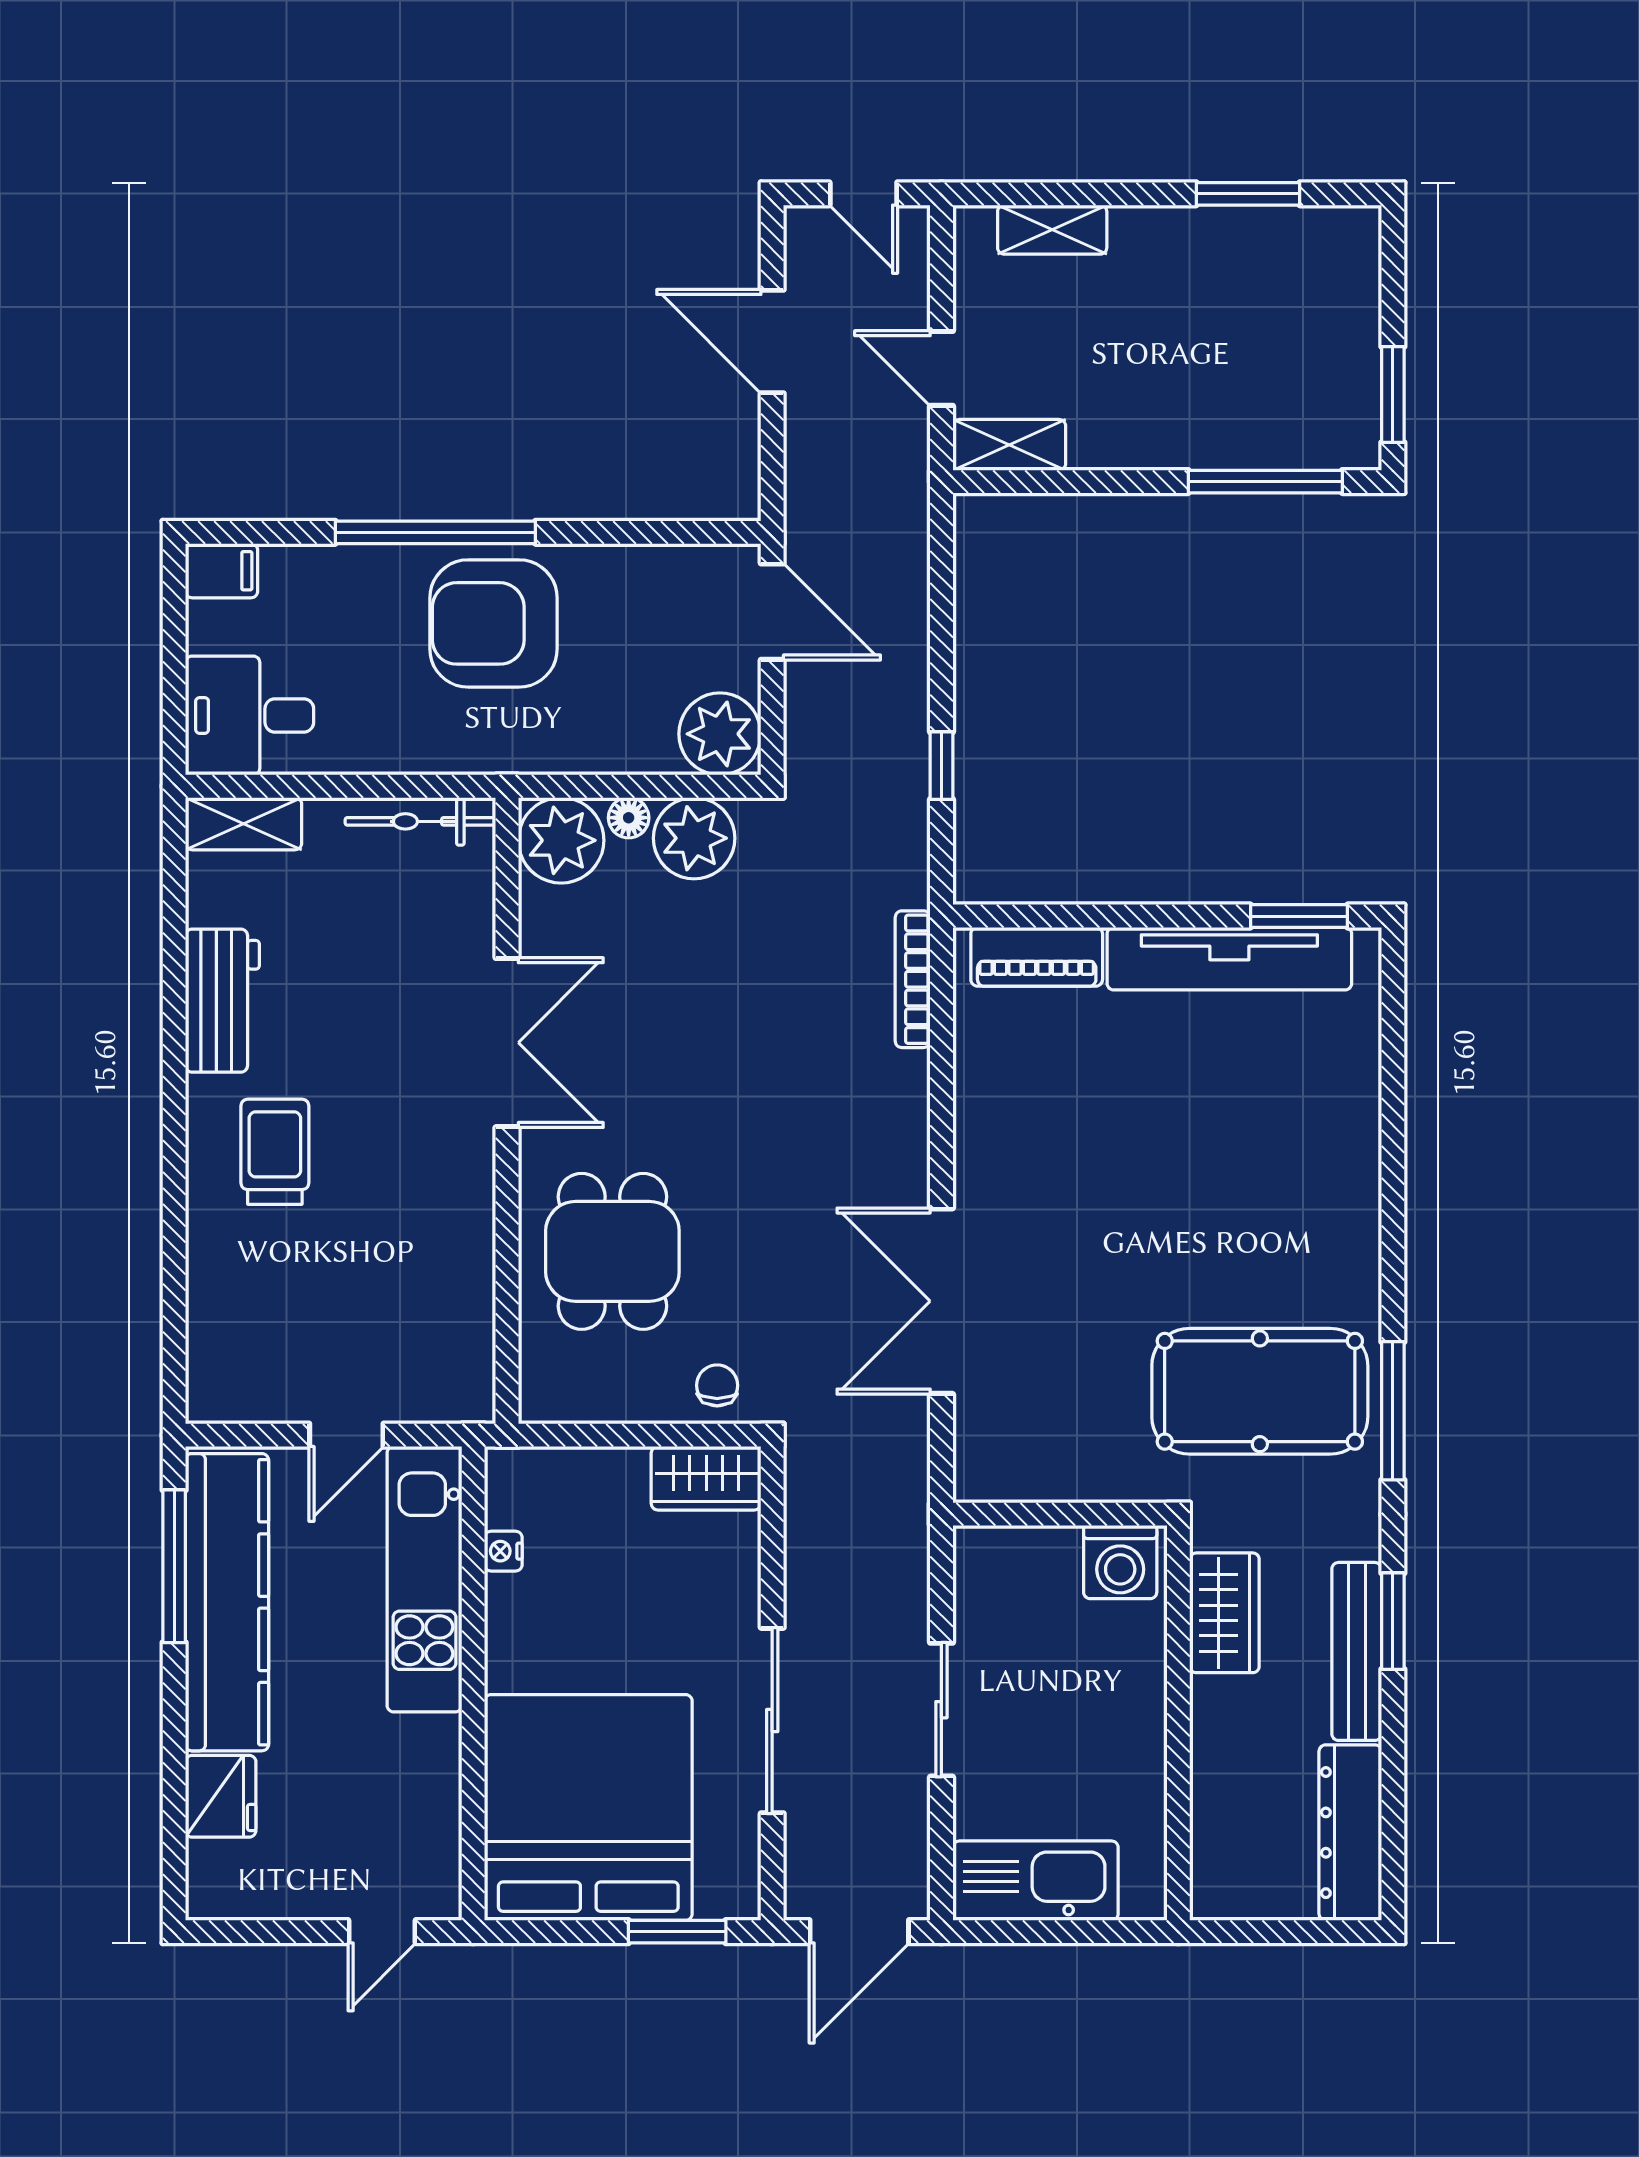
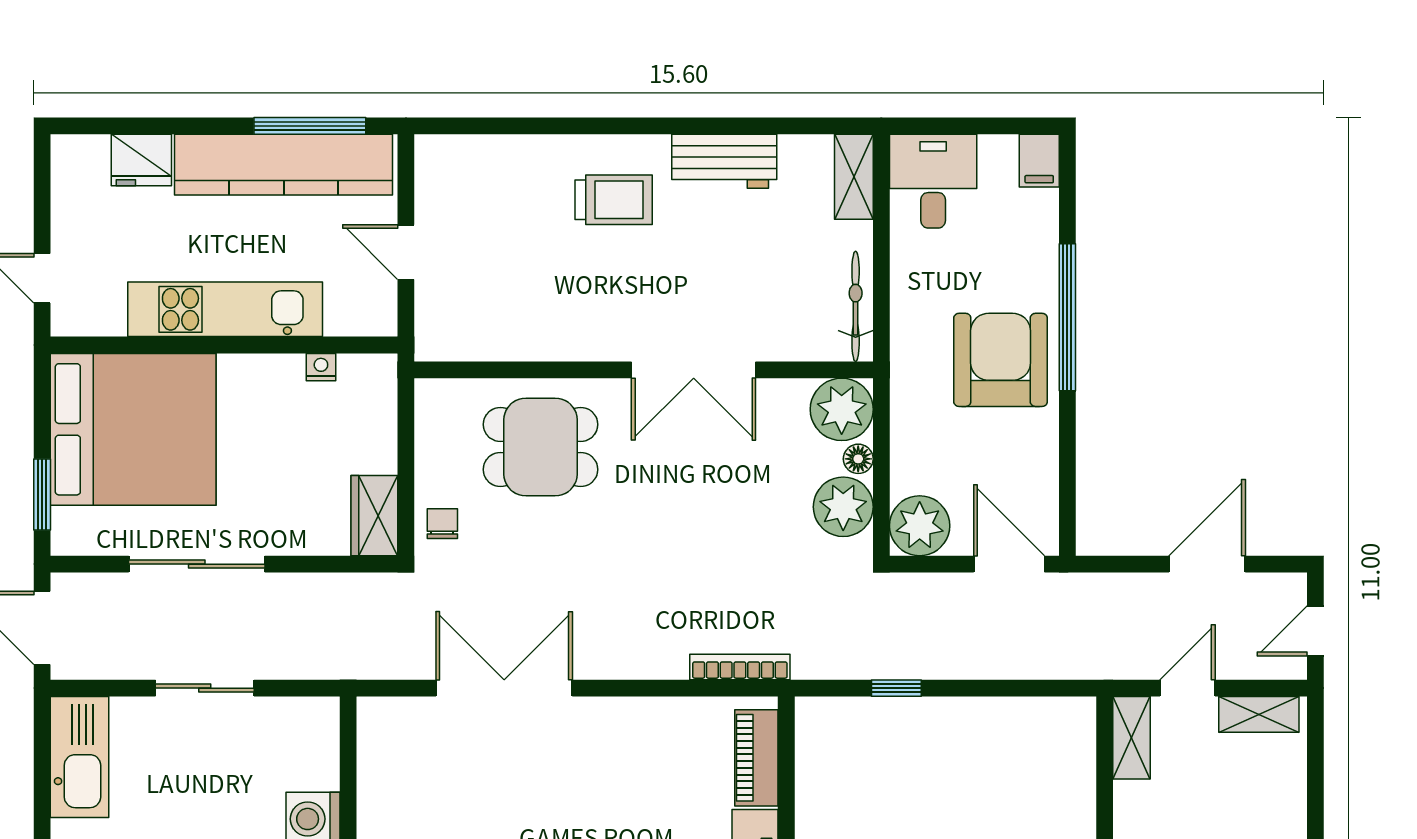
shelving: (1052, 230) -> (1259, 714), moved, turned 90
door: (772, 612) -> (1009, 564), swing flipped
chair: (717, 1385) -> (442, 524), turned -90
kitchen unit: (424, 1579) -> (225, 309), moved

